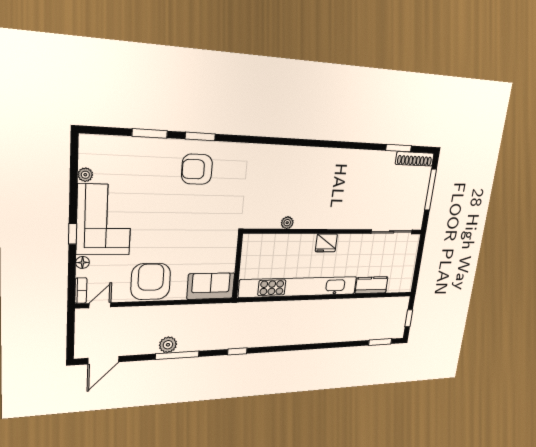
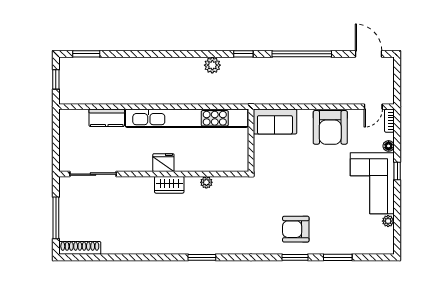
window: (399, 148) -> (202, 257), moved
armchair: (197, 169) -> (296, 229), turned 180
wardrobe: (324, 221) -> (169, 185), added
plant: (168, 345) -> (212, 65), moved
window: (177, 355) -> (302, 54), width x1.46
door: (103, 360) -> (369, 54), hinge flipped

